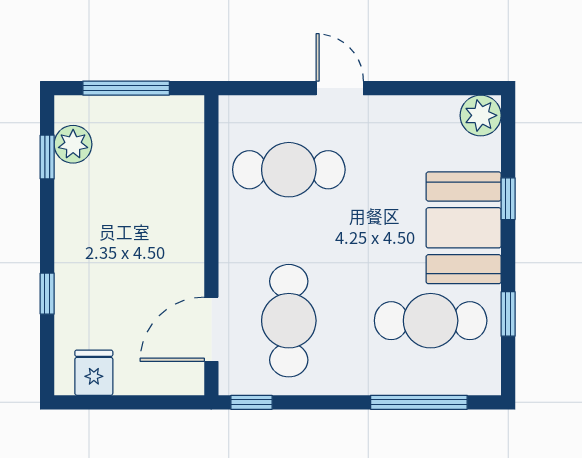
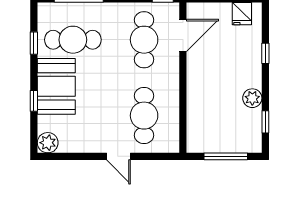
plant: (73, 144) -> (252, 98), moved
cafe table: (289, 170) -> (144, 116), turned 90

